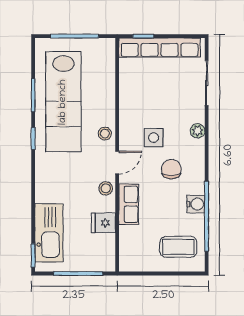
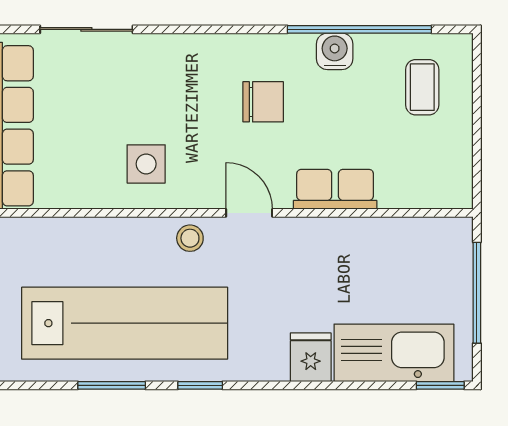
plant: (198, 131) -> (184, 48), removed
side table: (154, 138) -> (146, 164), moved
chair: (171, 169) -> (263, 102), turned 180
stool: (106, 188) -> (302, 236), removed
fridge: (103, 223) -> (311, 357), moved, turned 180
coffee table: (178, 247) -> (422, 87), width x0.73, depth x0.77

